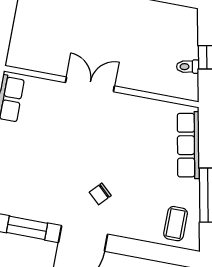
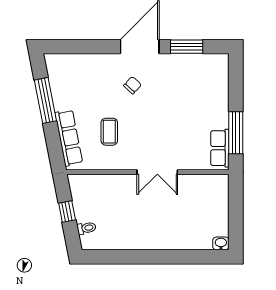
toilet: (188, 67) -> (86, 228), moved
coffee table: (176, 224) -> (109, 132), moved

